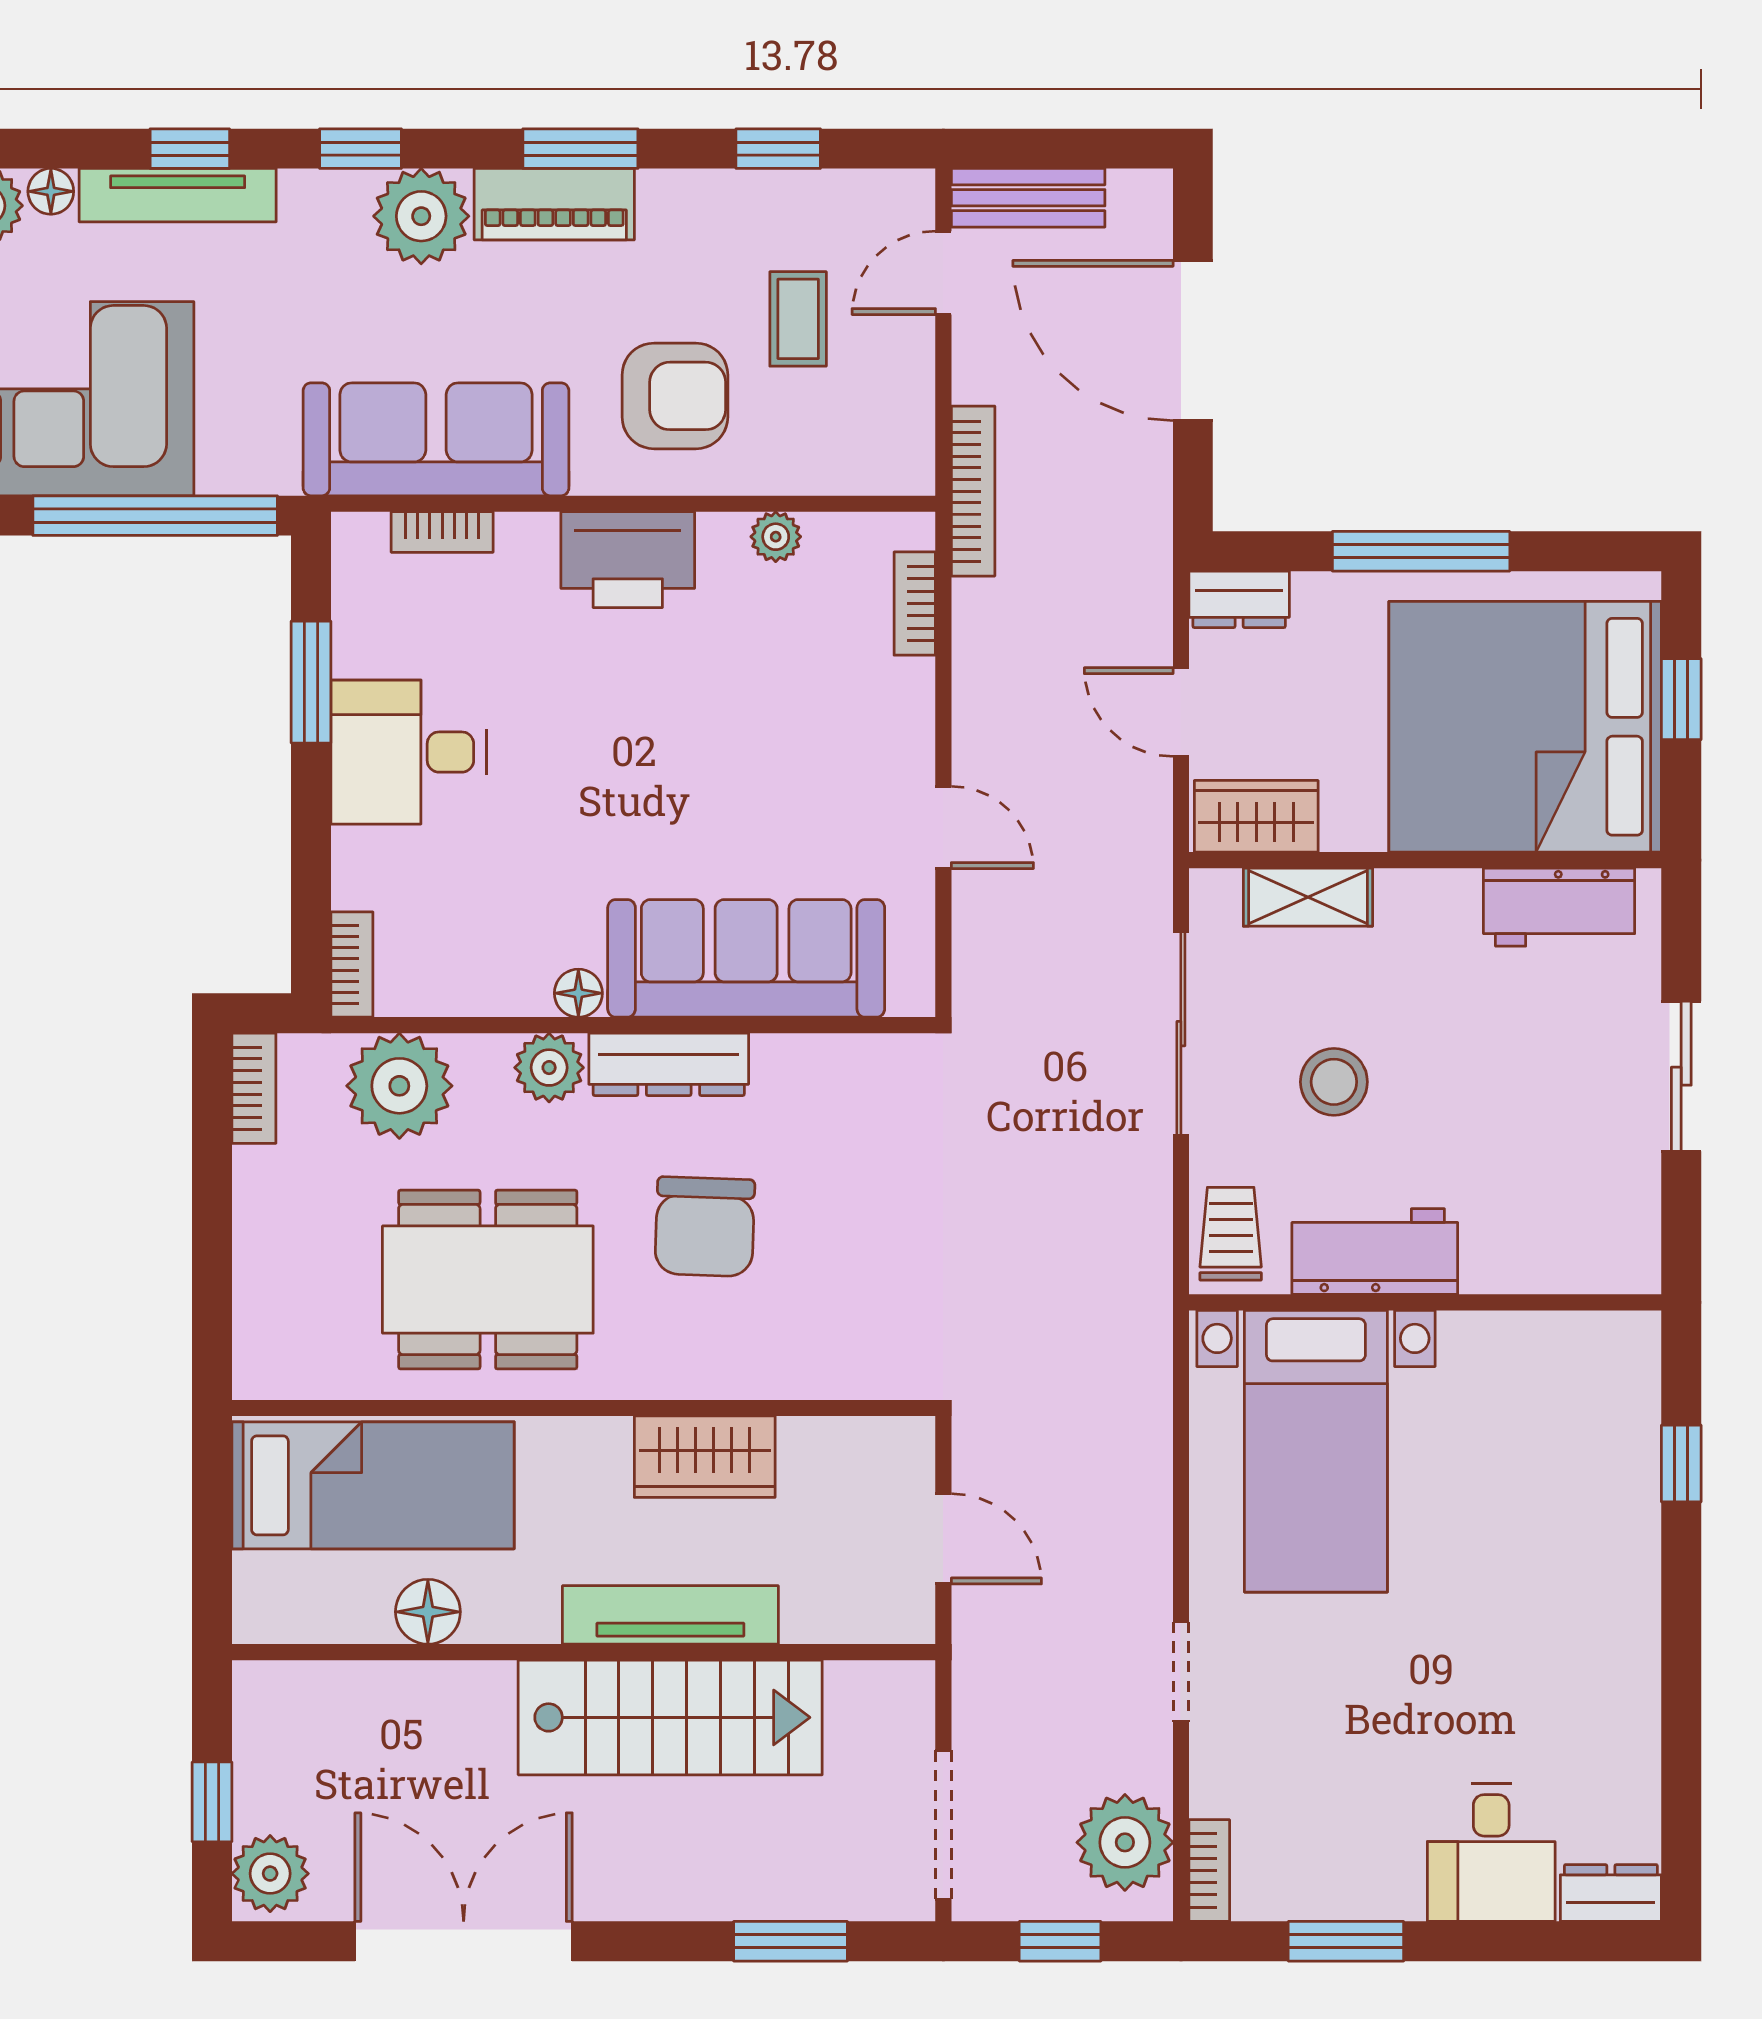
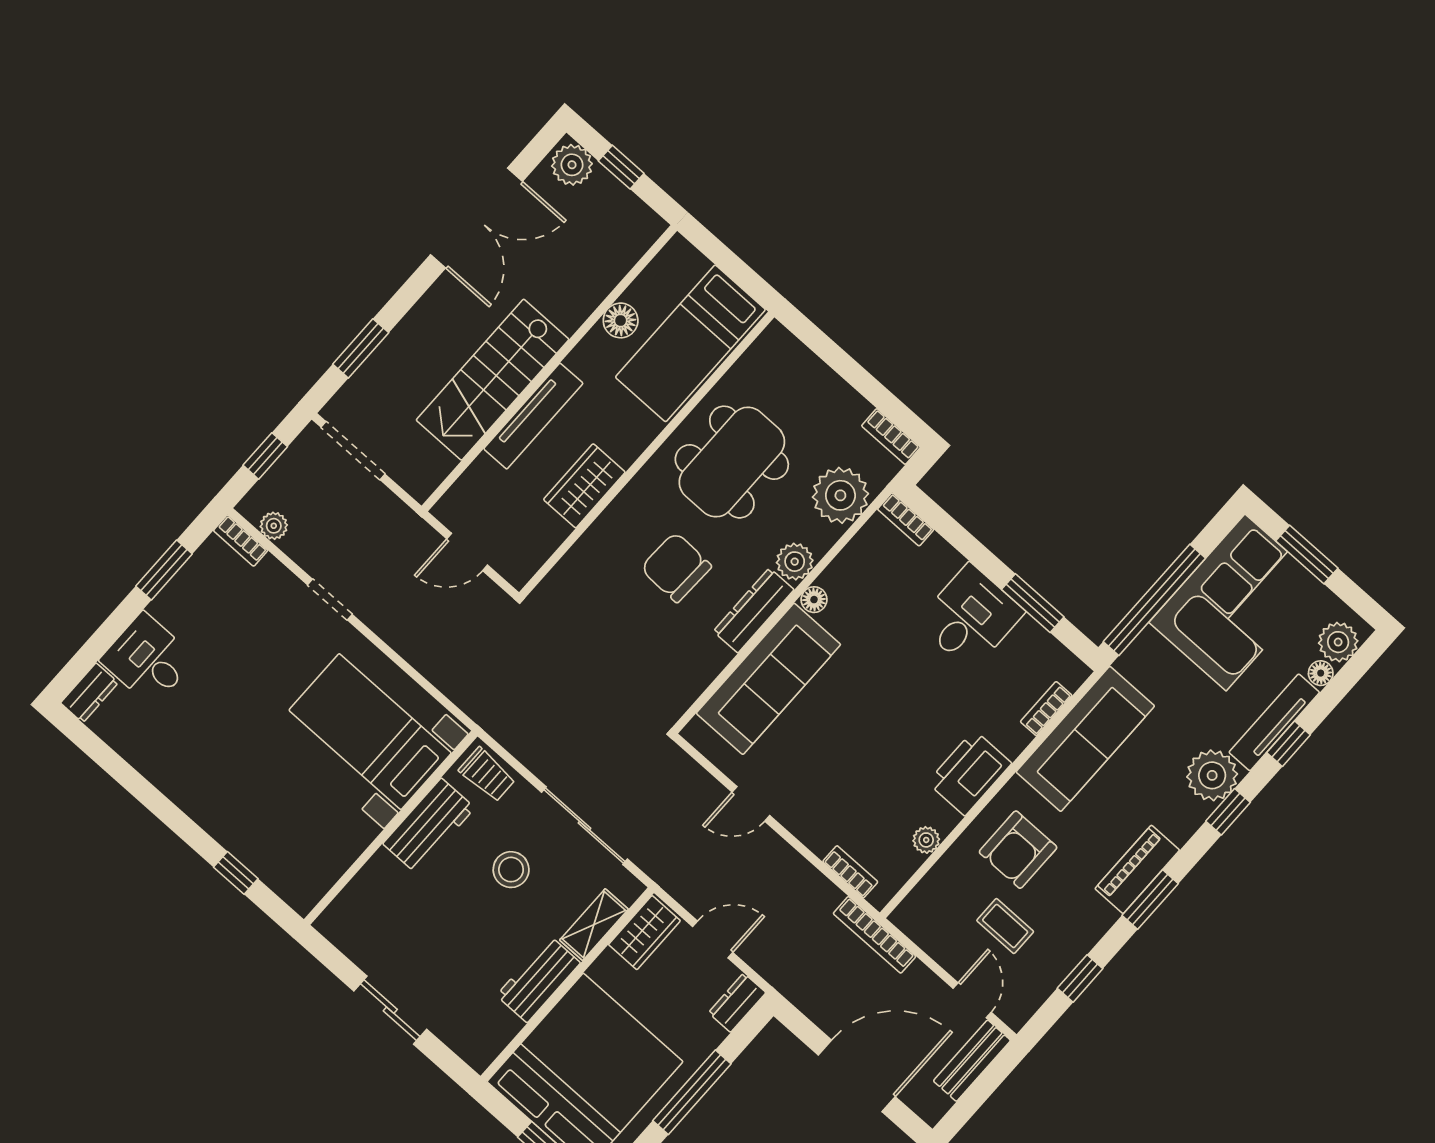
plant: (421, 216) -> (1212, 775), moved
workbench: (1559, 907) -> (538, 979), moved
plant: (1125, 1842) -> (274, 526), width x0.53, depth x0.53

